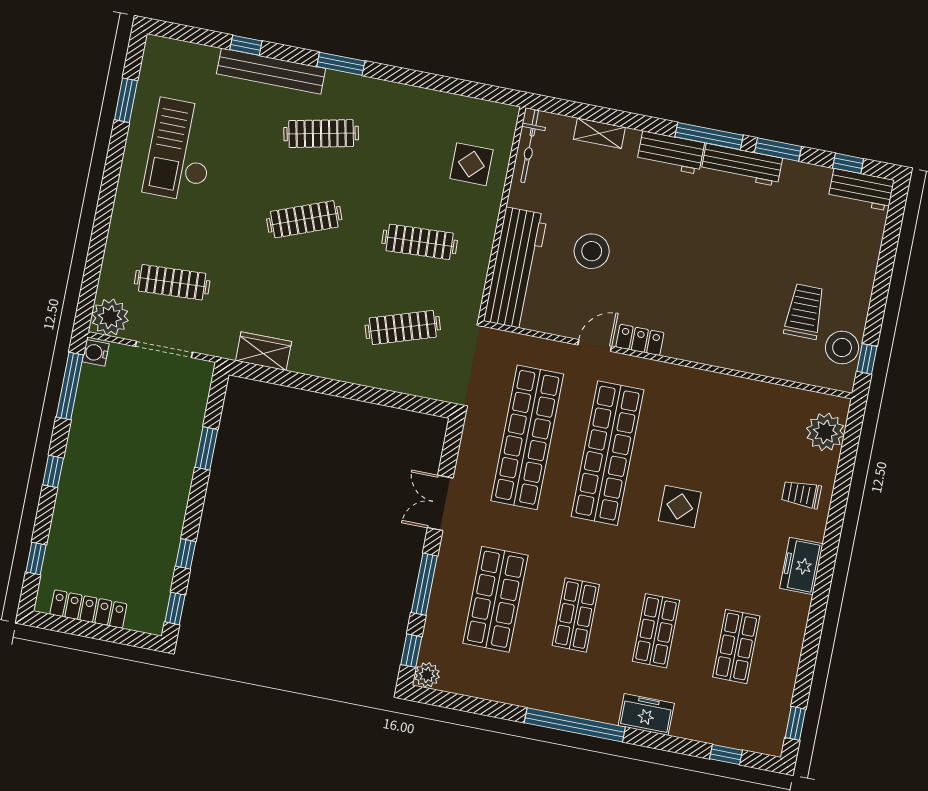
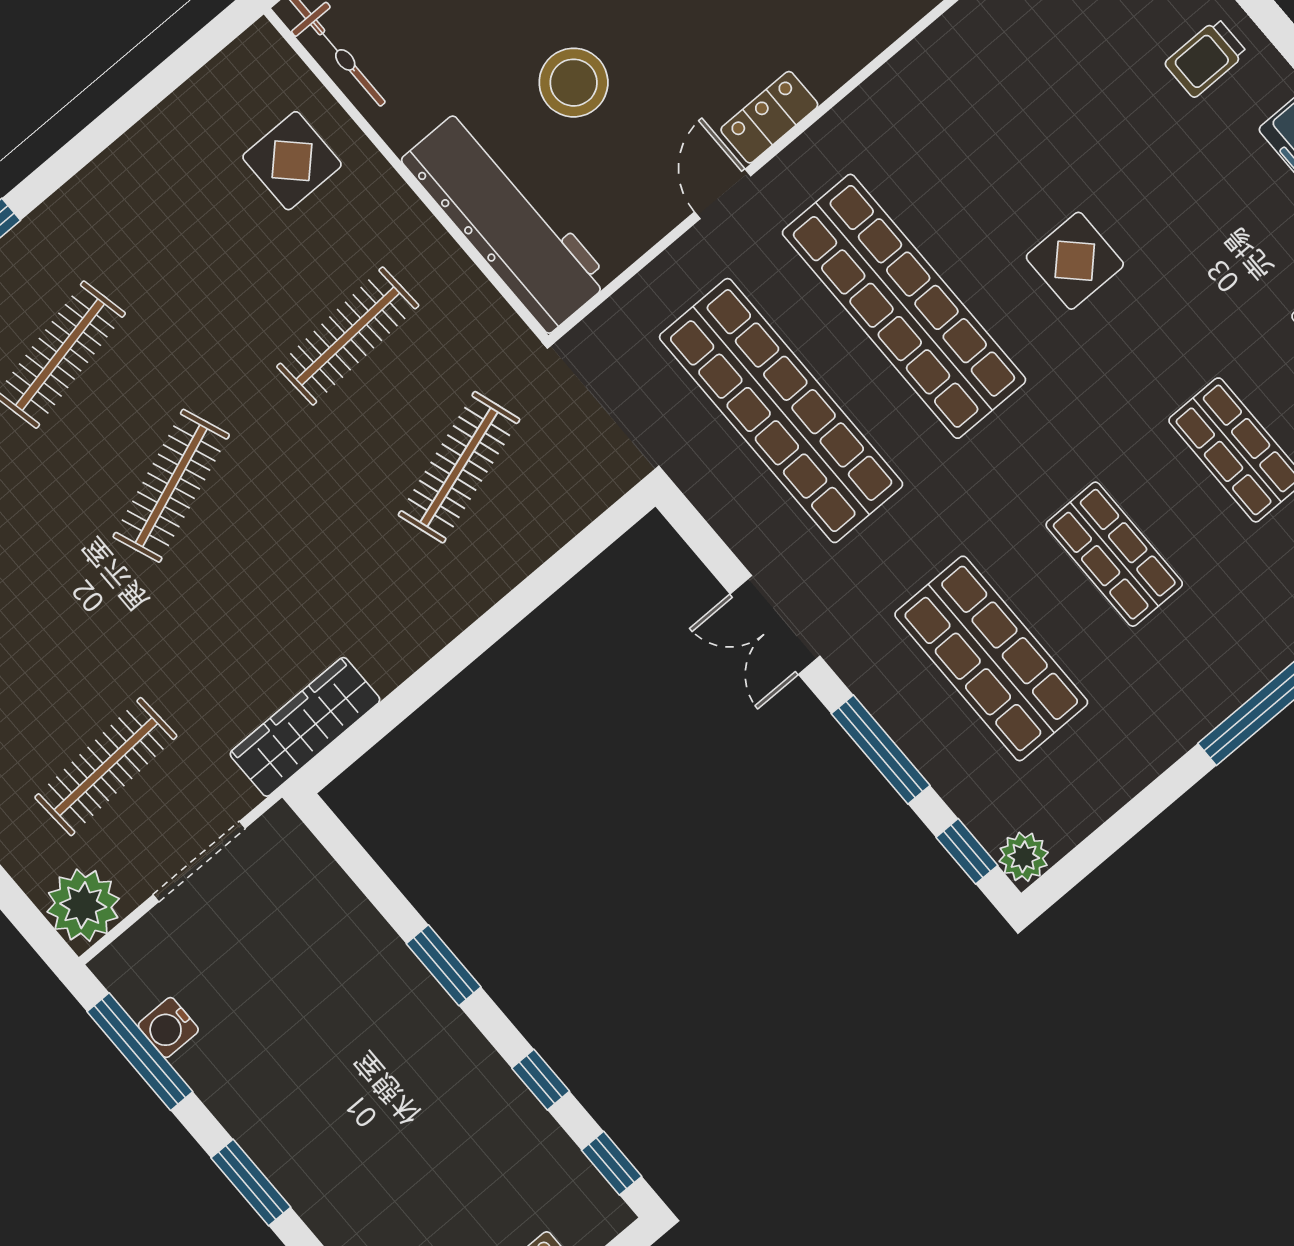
wardrobe: (264, 351) -> (305, 727), width x1.50
water cooler: (96, 353) -> (168, 1027), moved
window: (206, 448) -> (444, 965), moved
window: (53, 471) -> (251, 1183), width x1.50

